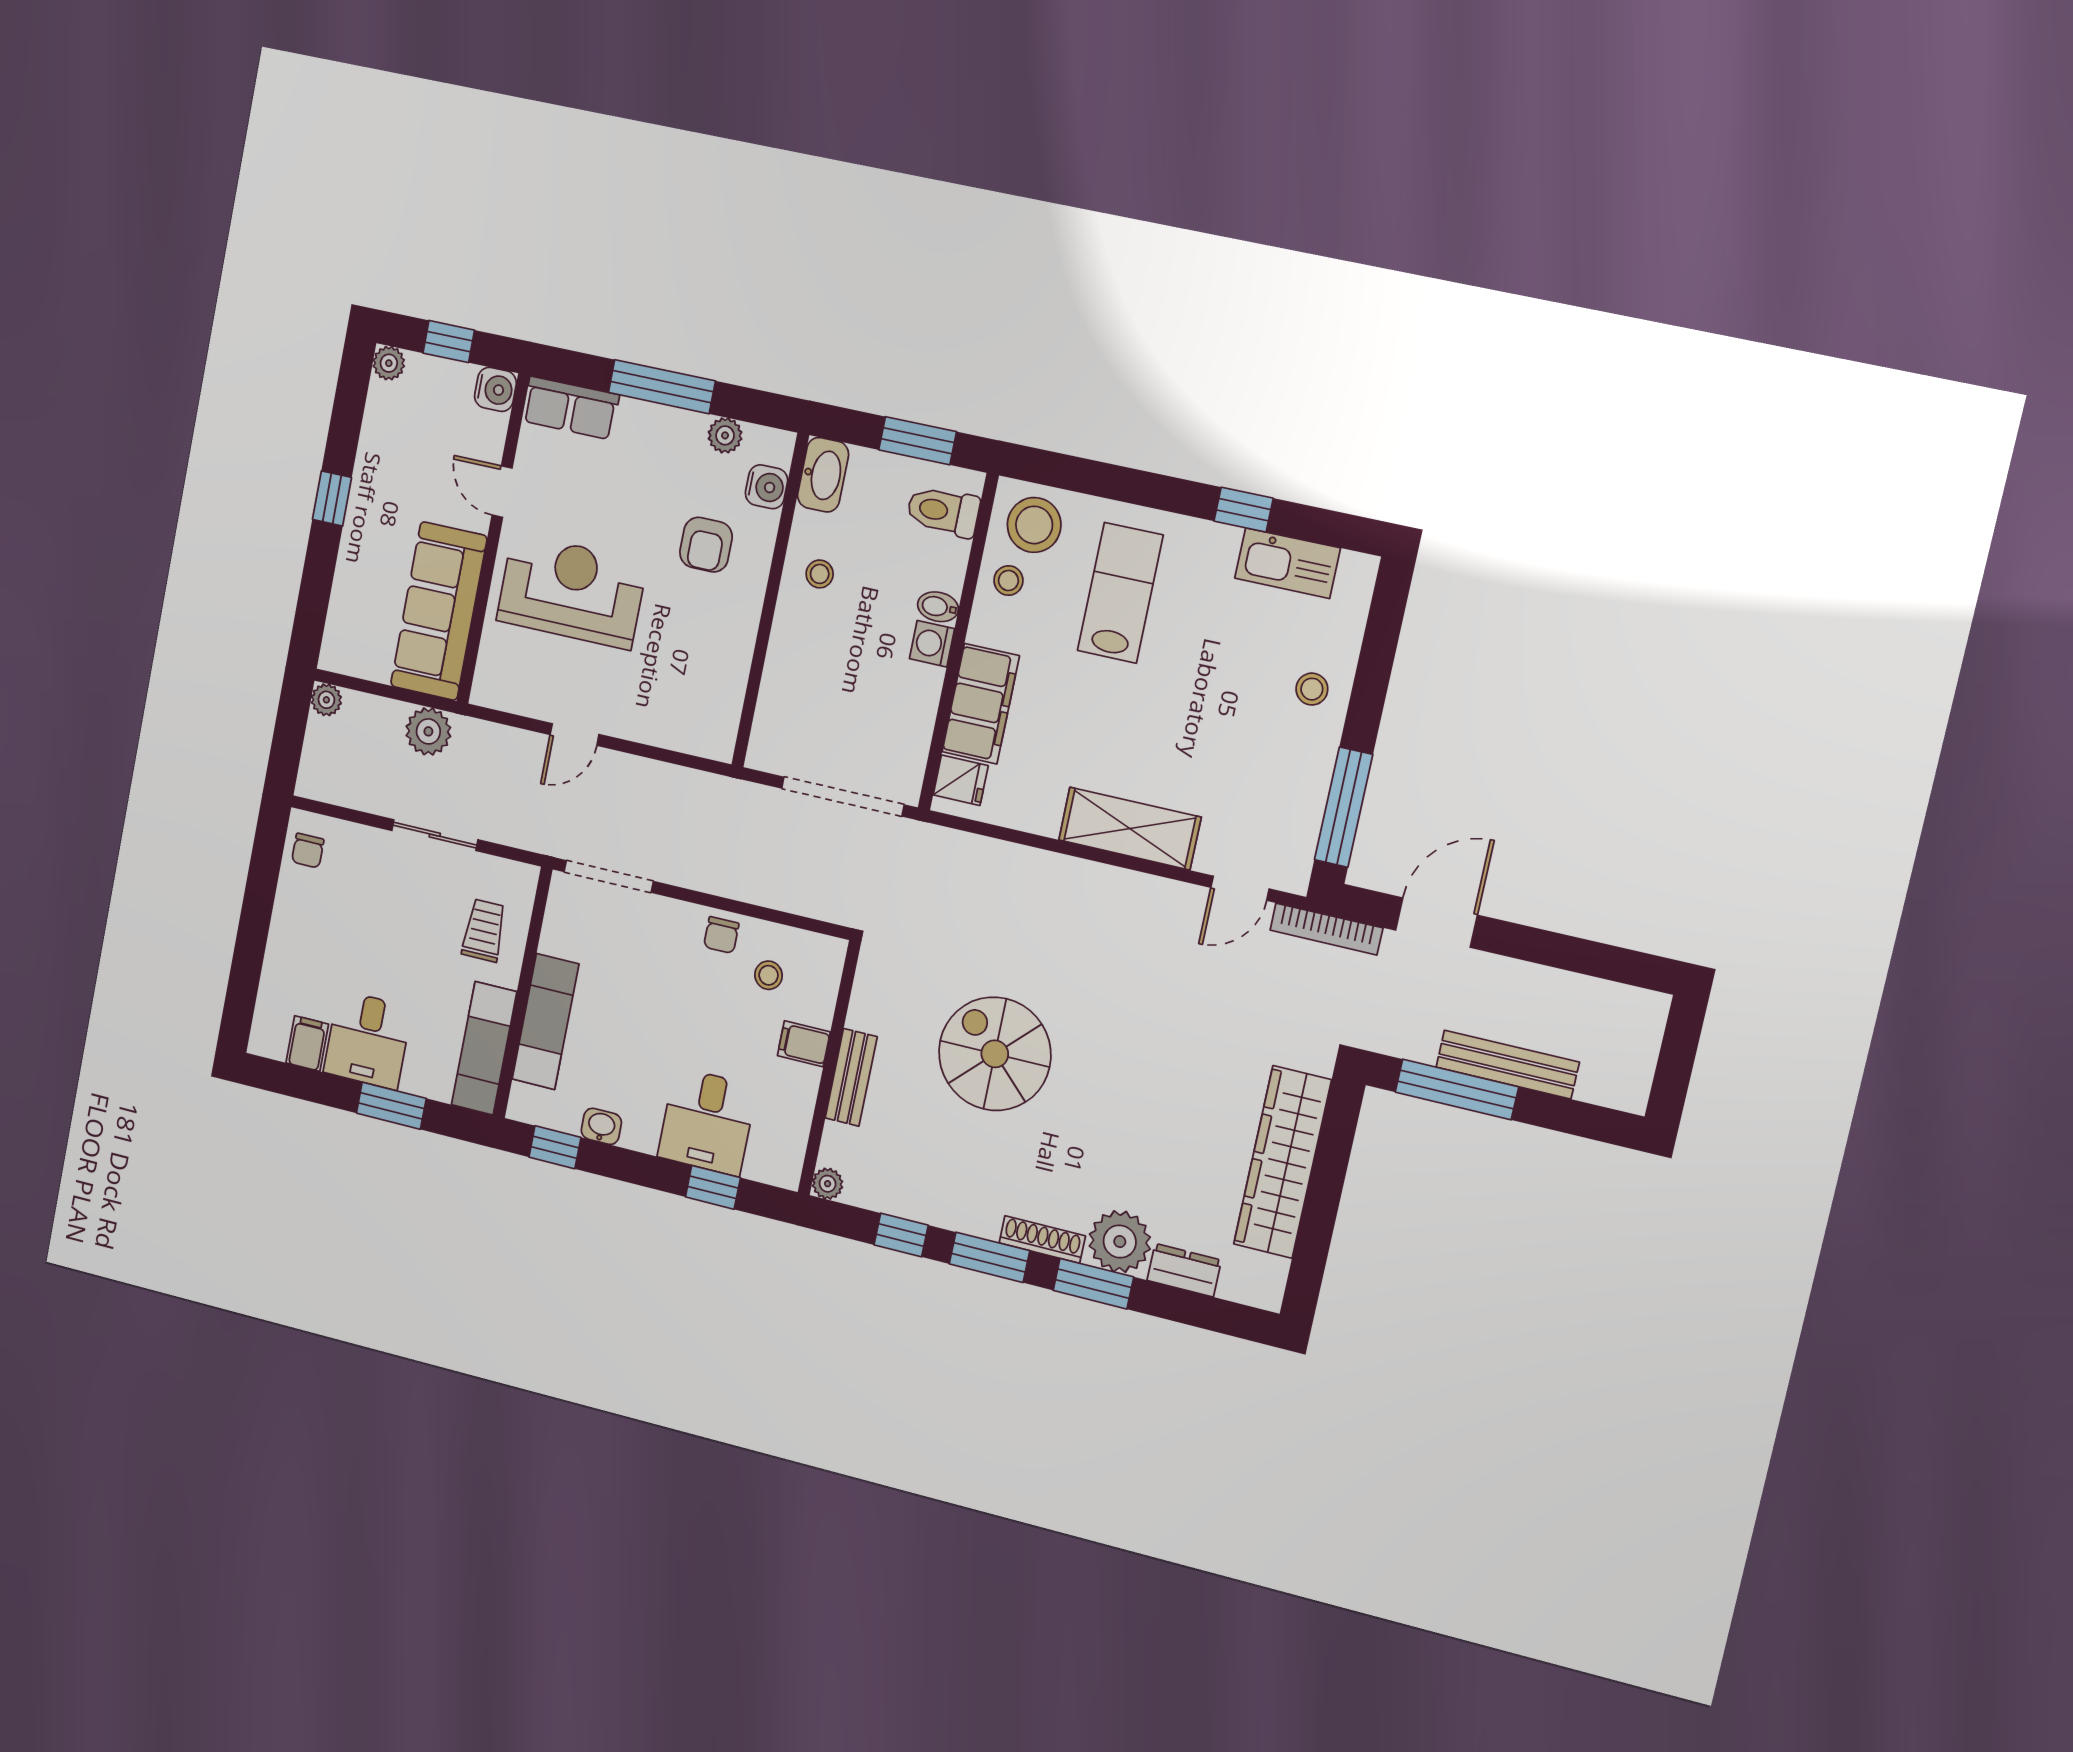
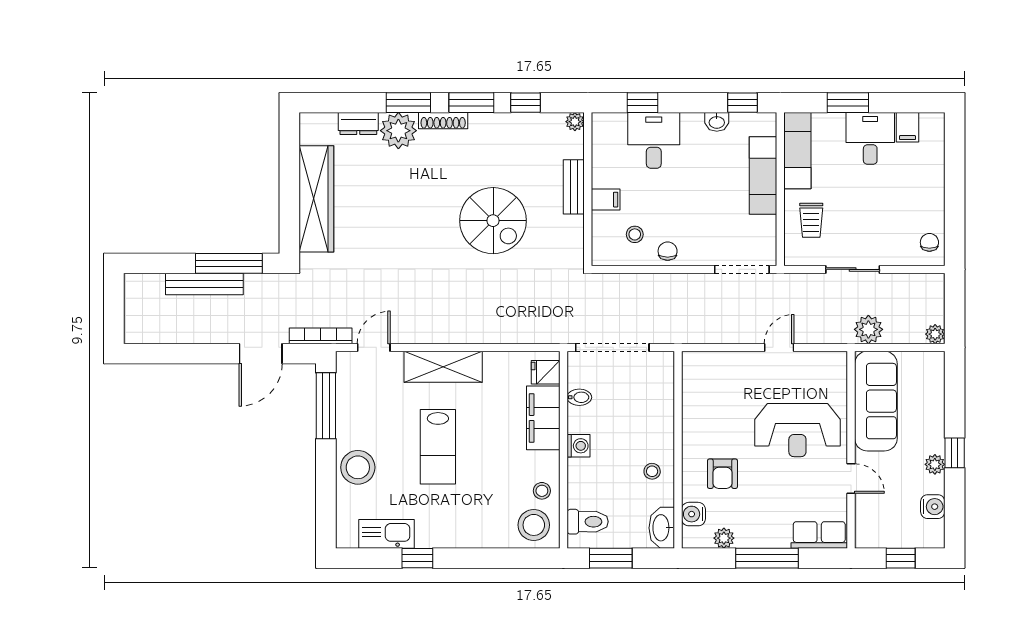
plant: (389, 363) -> (935, 464), moved
water cooler: (495, 389) -> (933, 507), moved, turned 180
armchair: (706, 545) -> (722, 474), turned 180
lab bench: (1120, 593) -> (438, 447), moved
bidet: (938, 607) -> (579, 397), moved
stool: (1312, 689) -> (358, 467), width x1.89, depth x1.89

